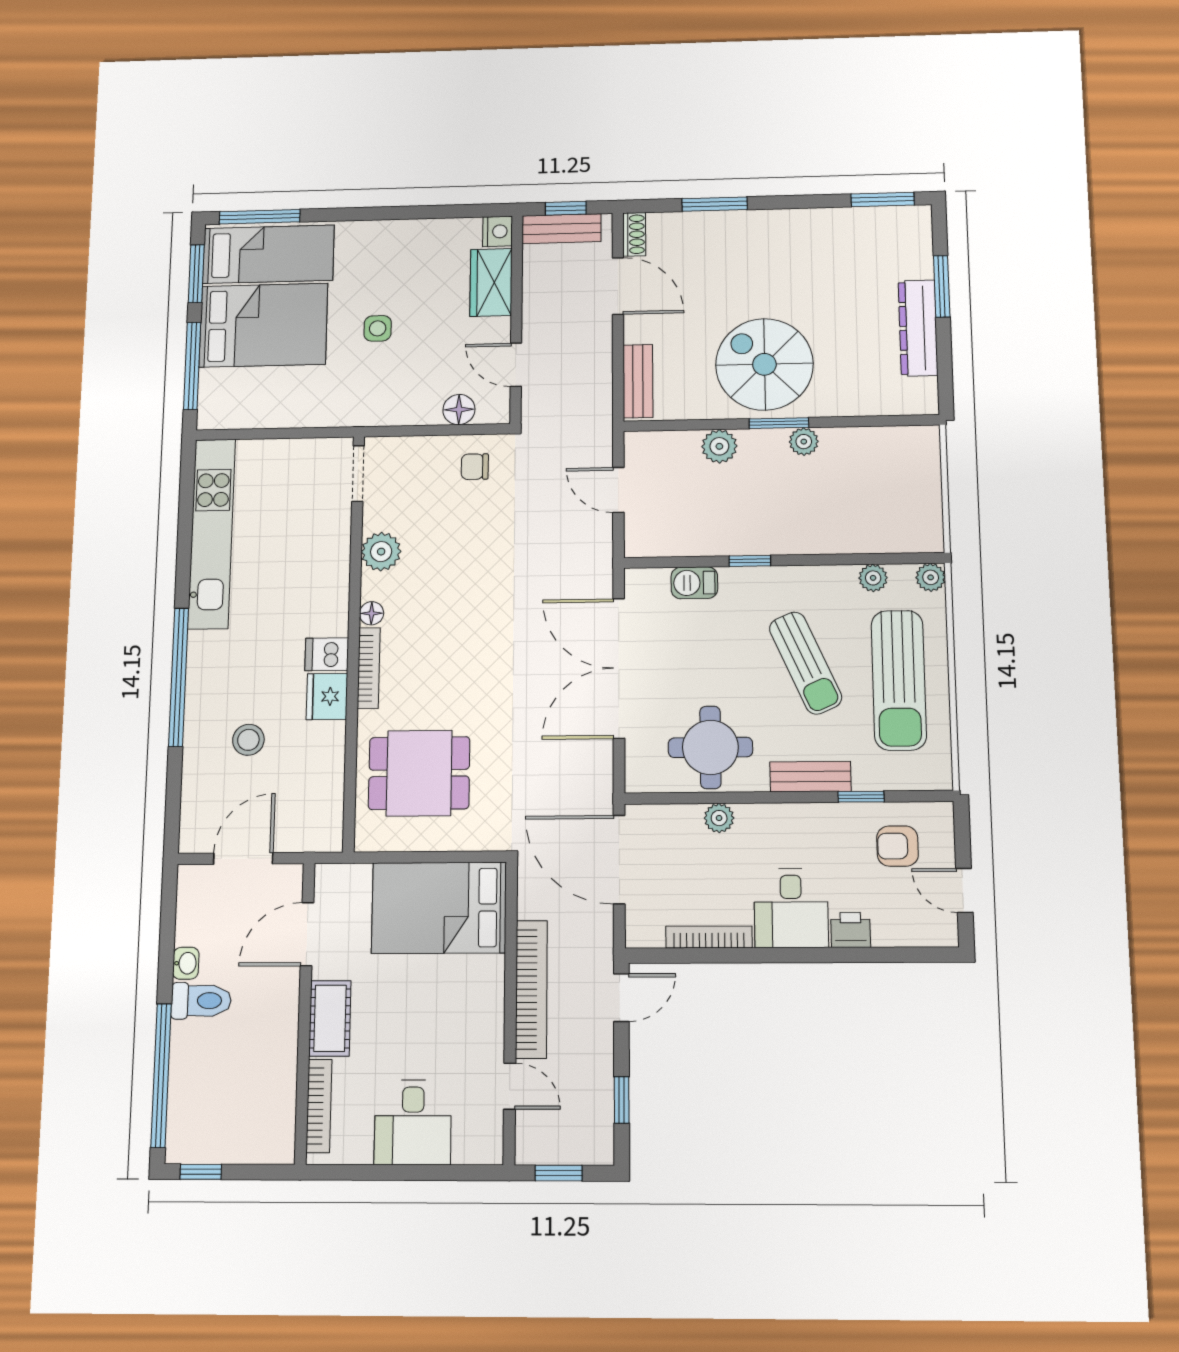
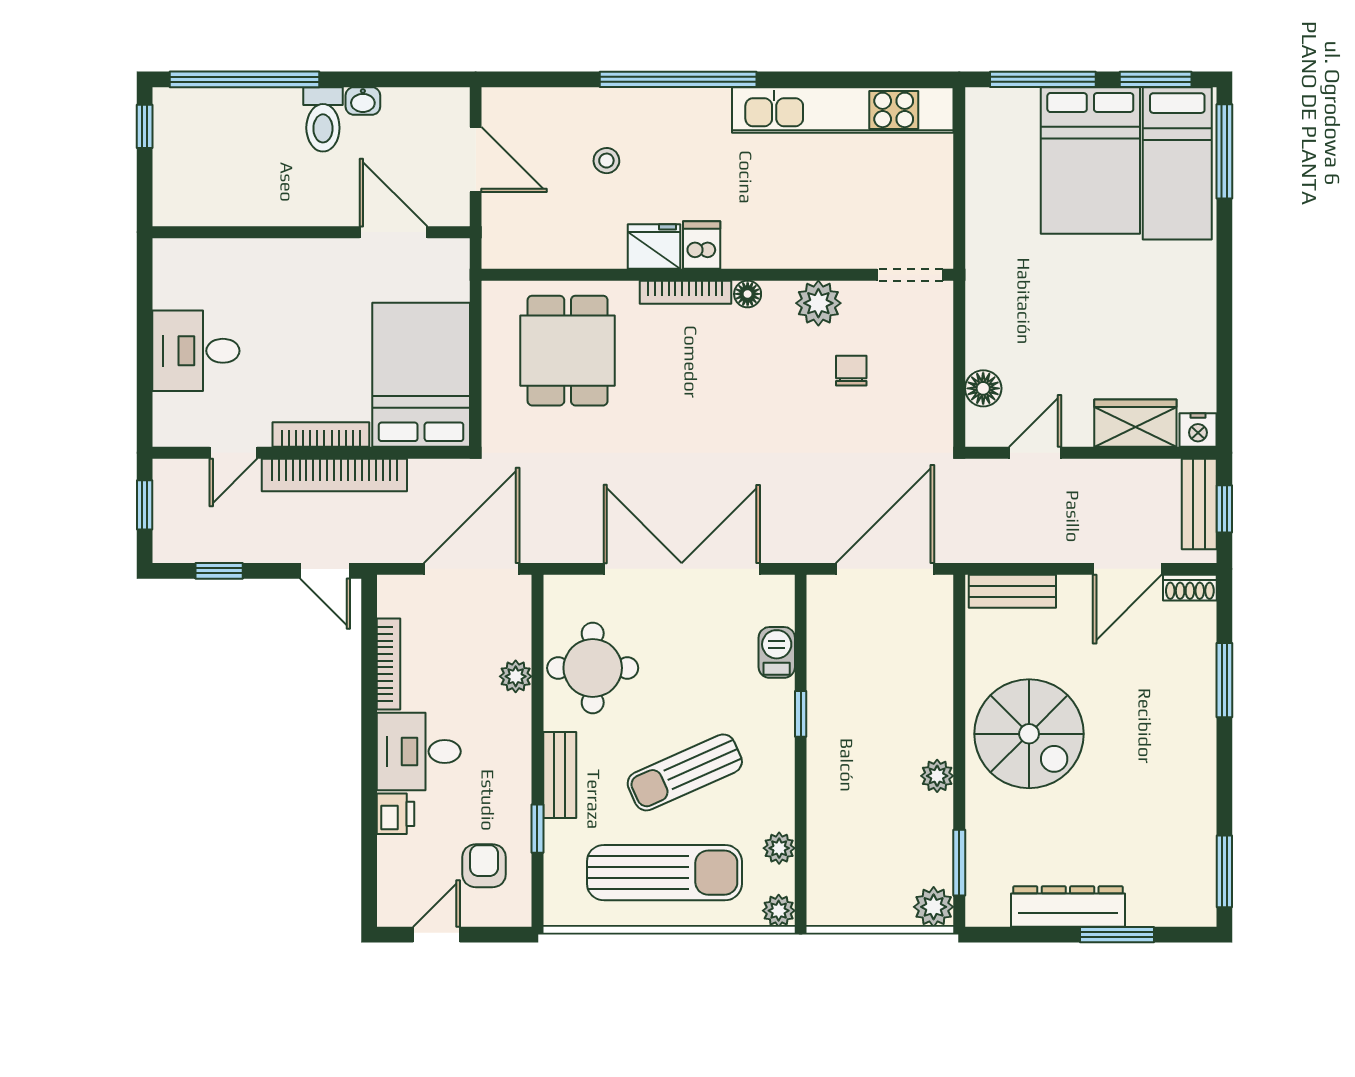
side table: (378, 328) -> (1083, 293), removed
spiral stairs: (764, 364) -> (1029, 734), turned 90
window: (779, 423) -> (959, 863), moved
plant: (719, 446) -> (934, 907), moved
chair: (475, 467) -> (851, 371), moved
door: (618, 490) -> (885, 569), width x1.88
sun lounger: (899, 680) -> (664, 873), turned 180
stool: (248, 740) -> (606, 161), width x0.73, depth x0.73
cot: (330, 1018) -> (304, 260), removed
bookcase: (319, 1106) -> (321, 435), moved, turned 180

